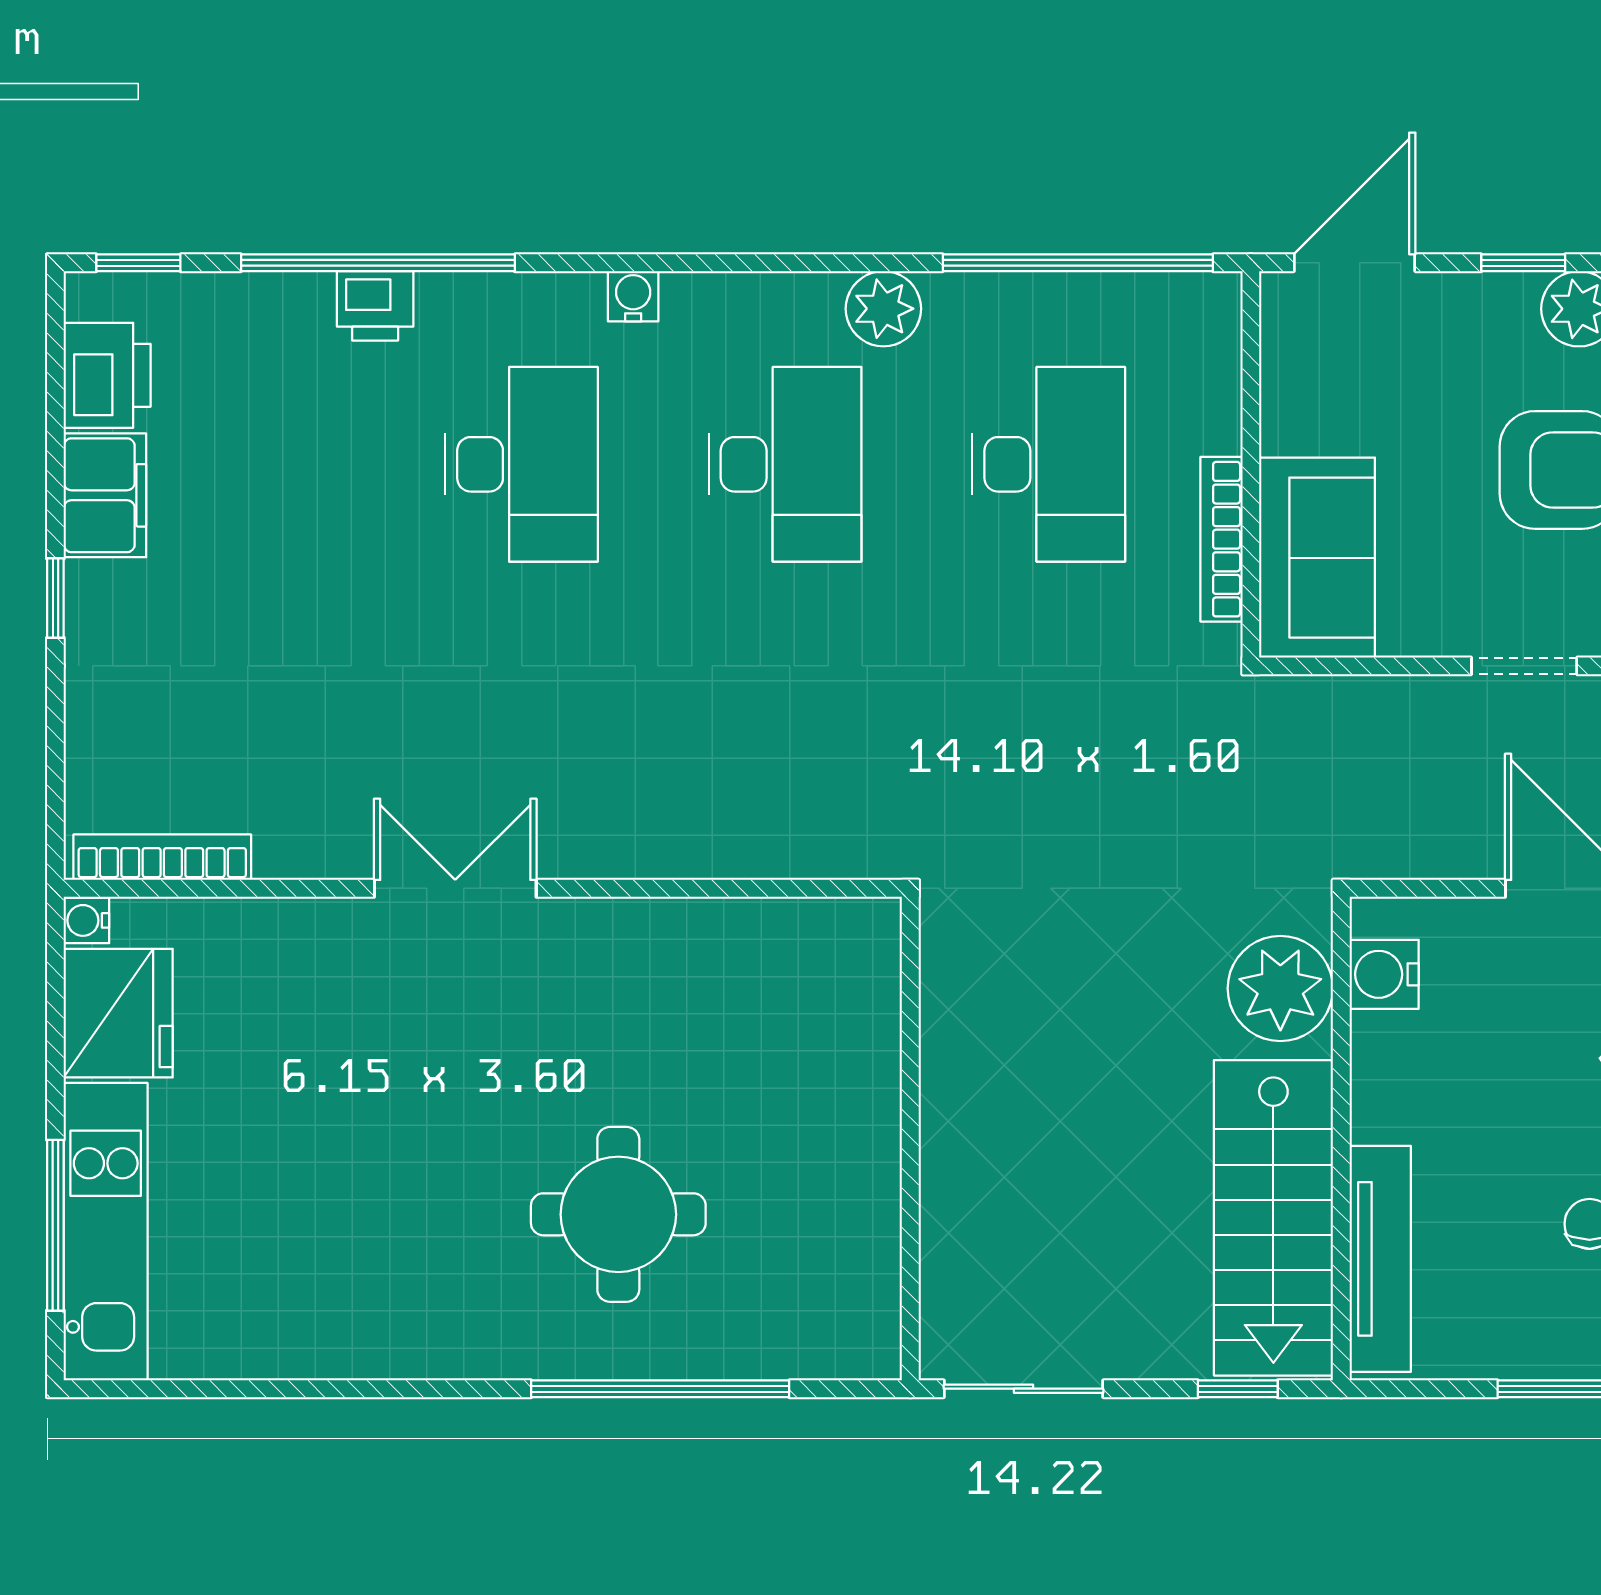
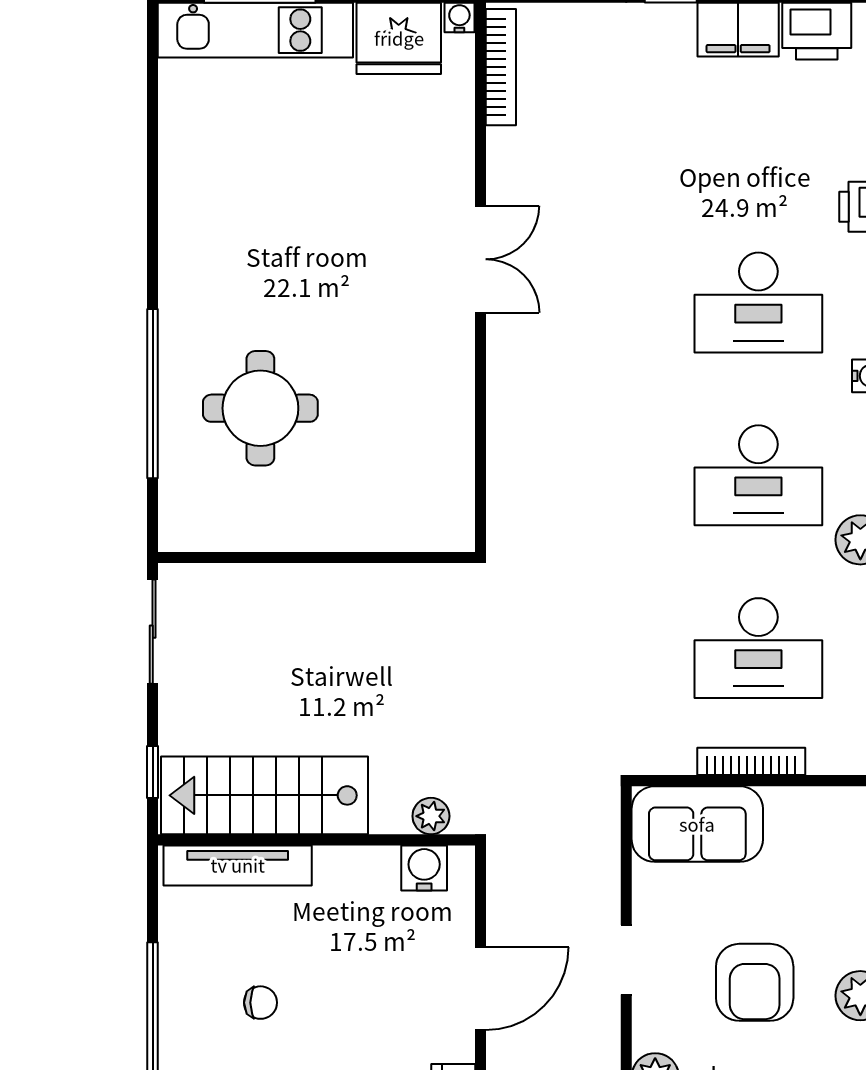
bookcase: (1221, 539) -> (751, 761), moved
plant: (1280, 988) -> (431, 816), width x0.53, depth x0.53
round table: (618, 1214) -> (260, 408), moved

